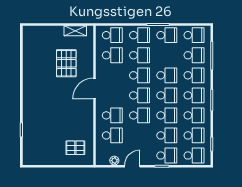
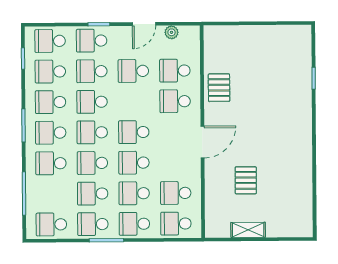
shelving: (75, 31) -> (248, 230), moved
school desk: (194, 55) -> (93, 194), moved
pallet: (66, 63) -> (246, 180), width x0.67, depth x0.71
school desk: (140, 115) -> (133, 71), moved
pallet: (75, 148) -> (219, 88), moved, turned 90

